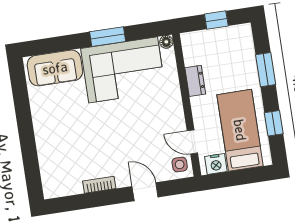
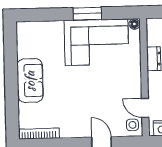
sofa: (55, 68) -> (30, 81), moved, turned -90
bookcase: (99, 185) -> (39, 134), moved, width x1.56

